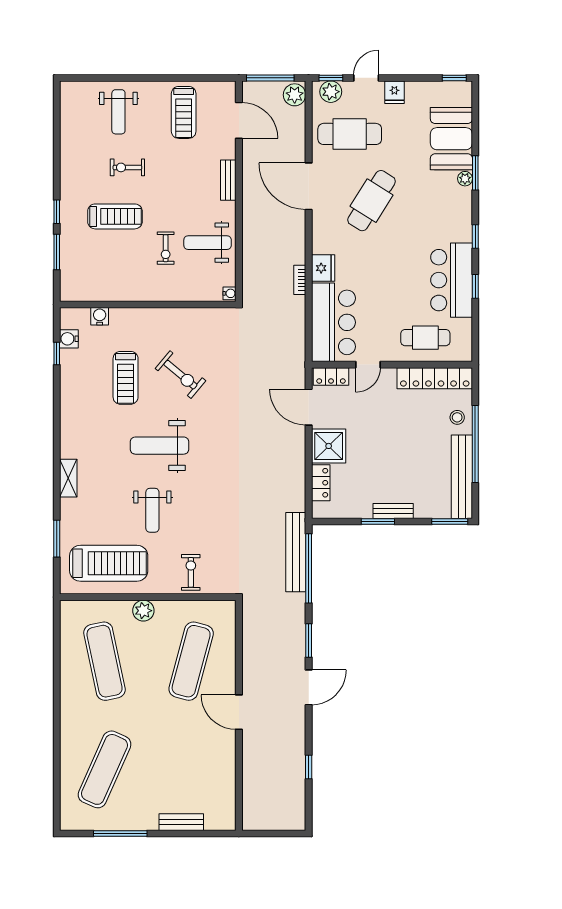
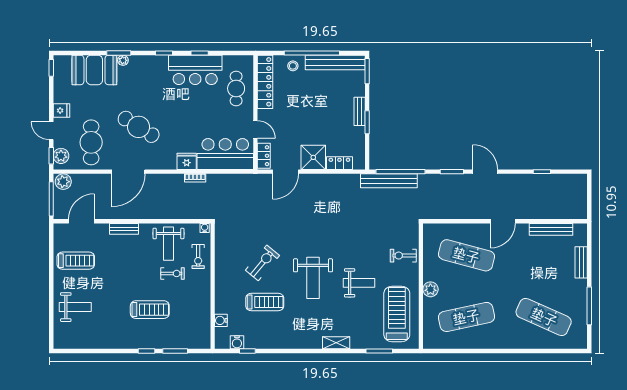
exercise bike: (127, 167) -> (198, 256), moved
treadmill: (115, 216) -> (150, 310), turned 90
bench: (227, 780) -> (551, 229), added

